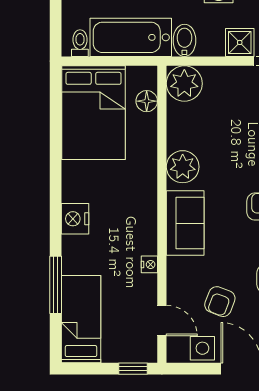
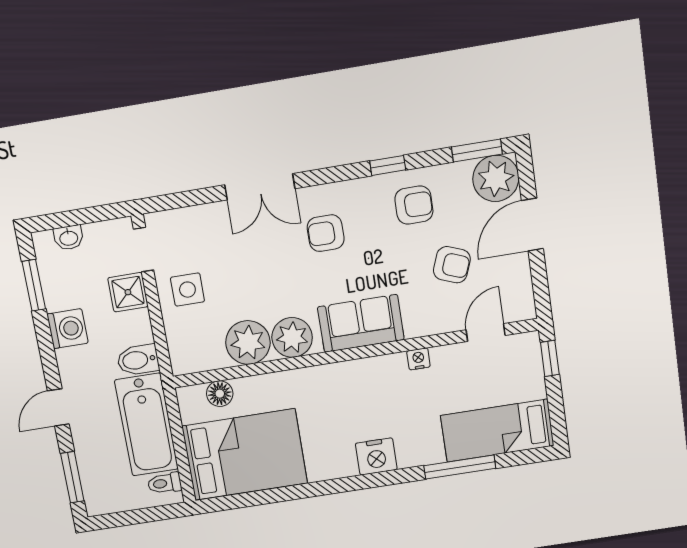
plant: (184, 84) -> (248, 343), moved
side table: (202, 348) -> (187, 290), moved

